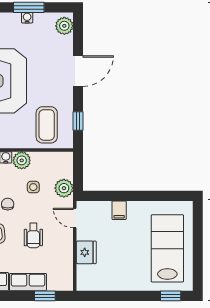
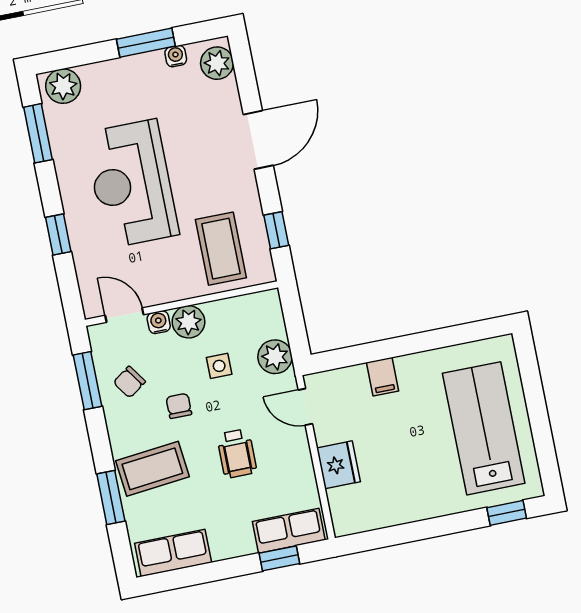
water cooler: (27, 18) -> (176, 56), moved
row of seats: (28, 282) -> (289, 531), moved

